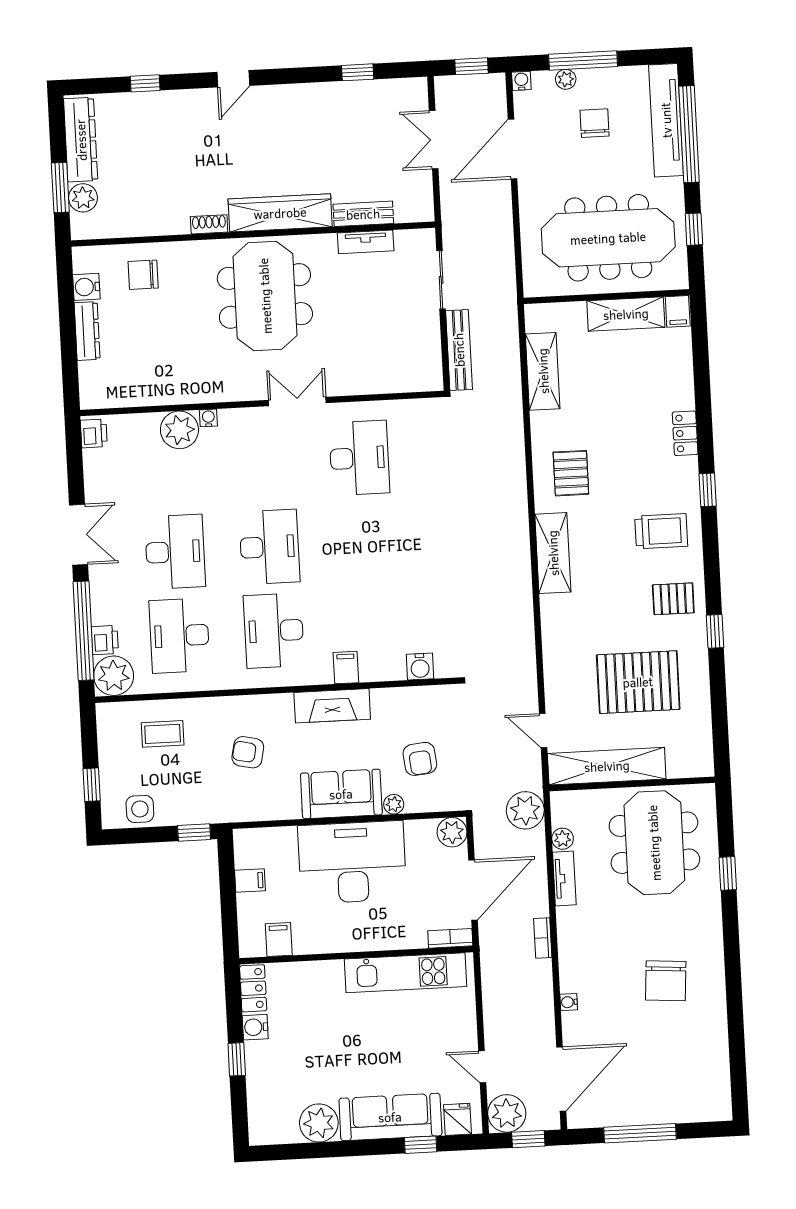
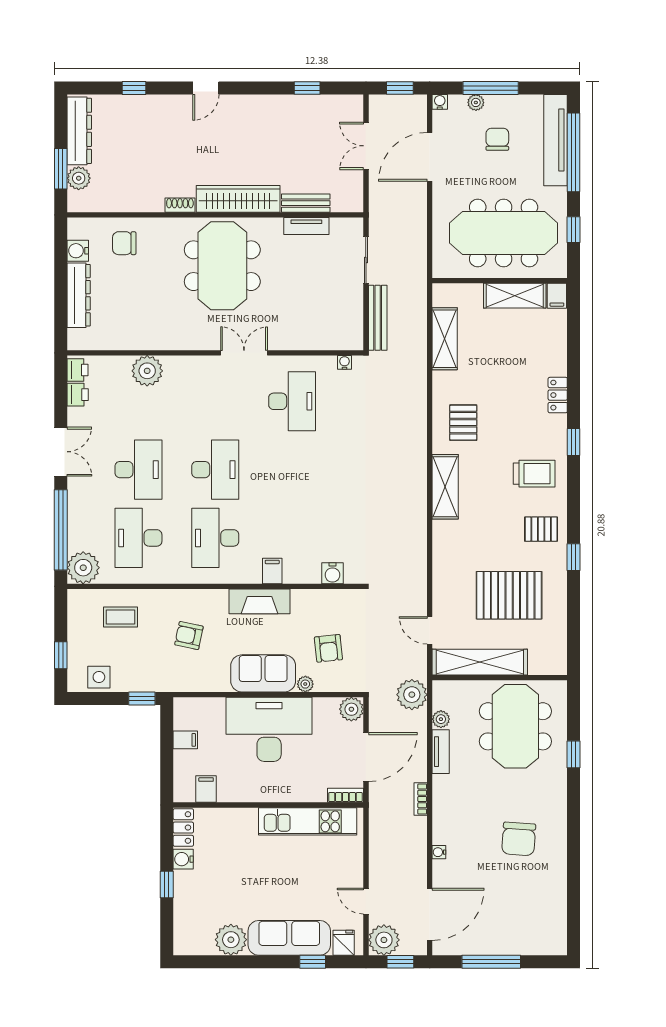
dresser: (87, 331) -> (79, 295), width x1.37, depth x1.24
water cooler: (208, 418) -> (345, 362), moved
printer: (105, 640) -> (78, 395), moved

